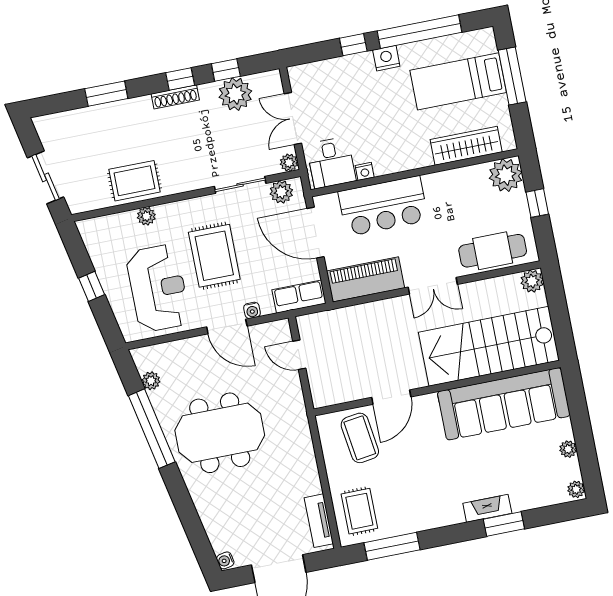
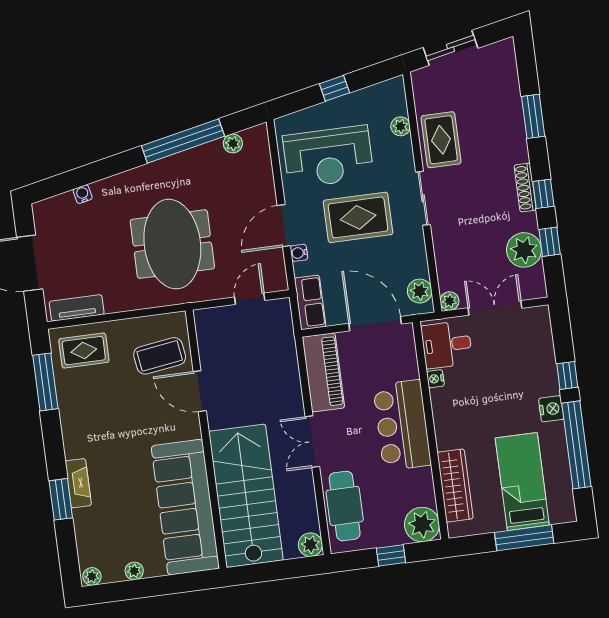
sliding door: (240, 185) -> (423, 198), moved
bar counter: (383, 206) -> (402, 425), moved
plant: (146, 216) -> (400, 126), moved
door: (315, 233) -> (375, 324), hinge flipped
meeting table: (220, 433) -> (172, 244), moved
water cooler: (225, 560) -> (83, 194), moved

